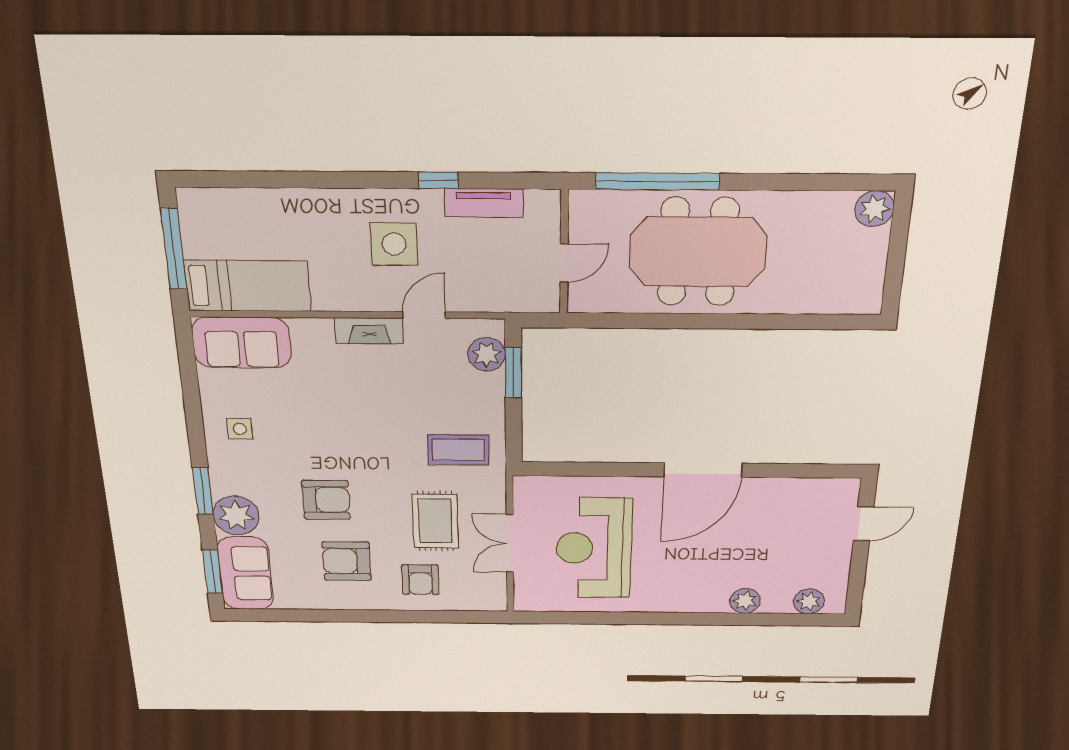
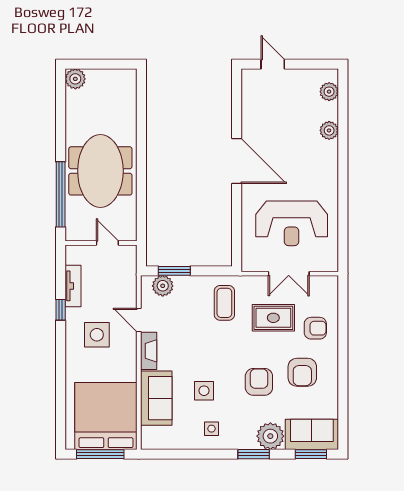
bed: (248, 286) -> (106, 416), width x2.04
sofa: (241, 342) -> (156, 398), moved
side table: (305, 418) -> (204, 391), added

